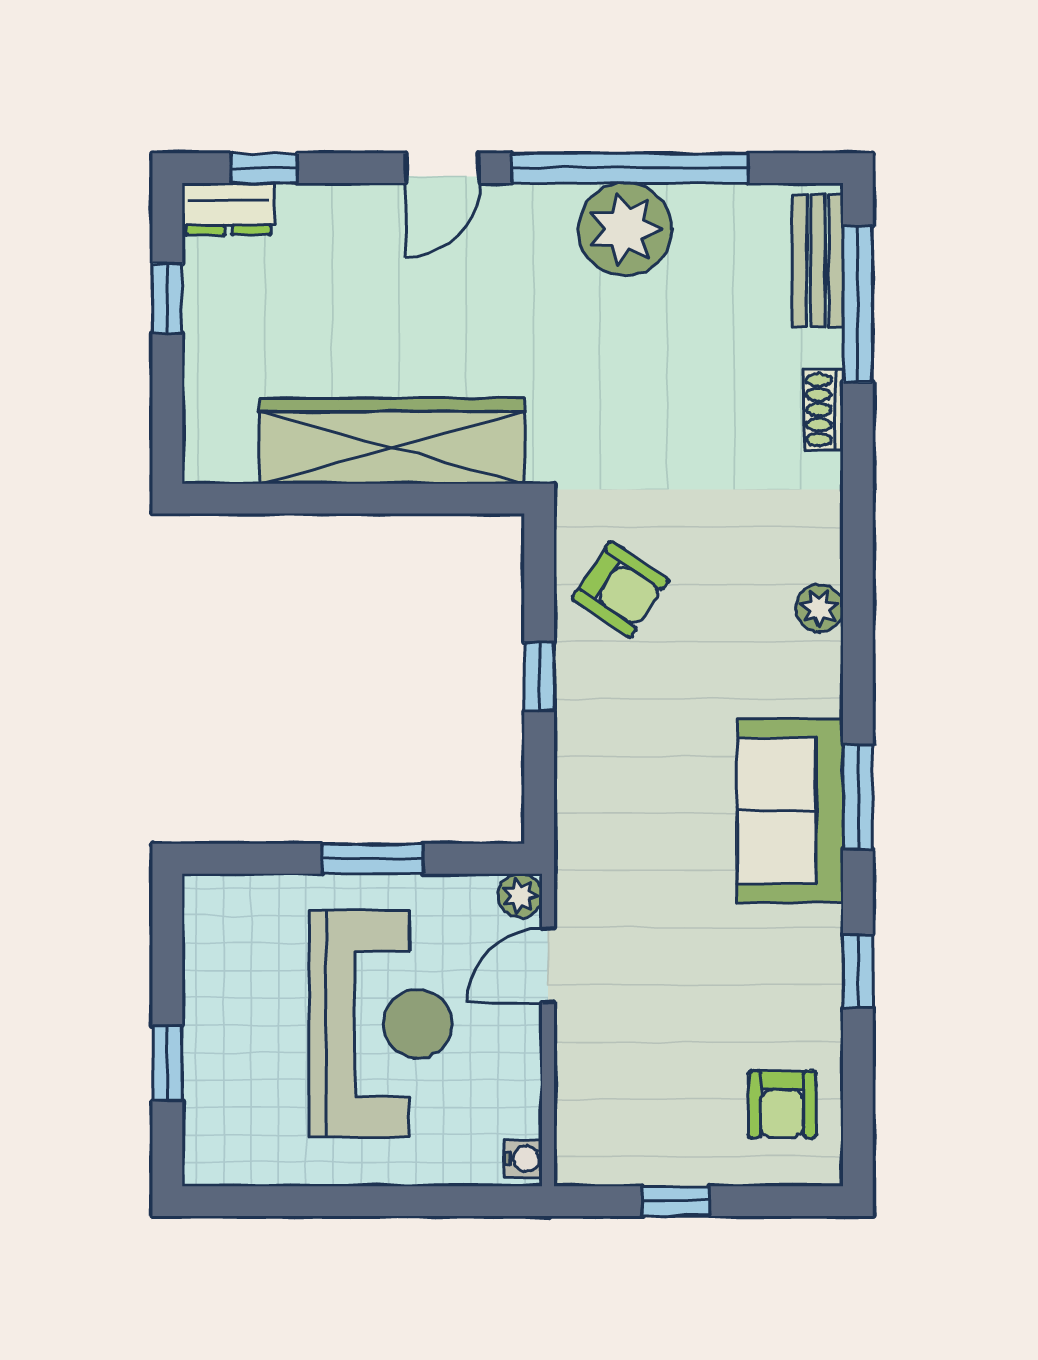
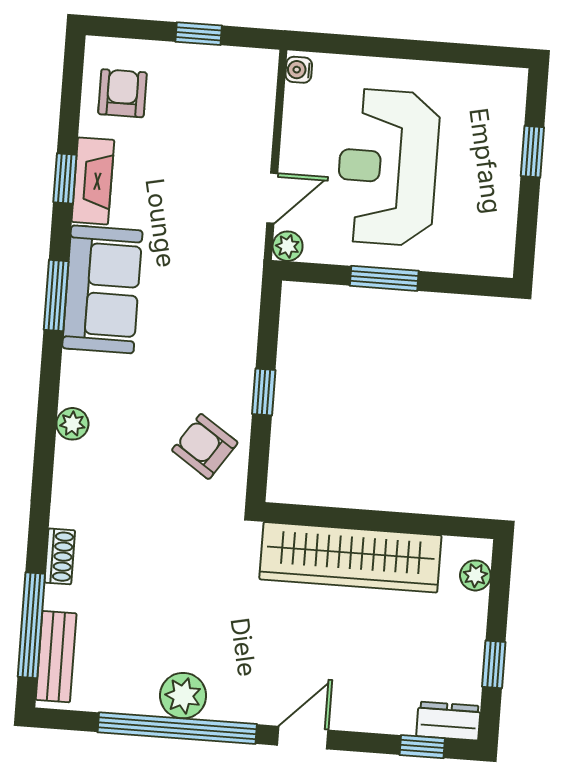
plant: (625, 229) -> (183, 696), width x0.73, depth x0.73
plant: (205, 428) -> (475, 575), added
fireplace: (816, 971) -> (93, 181), added

